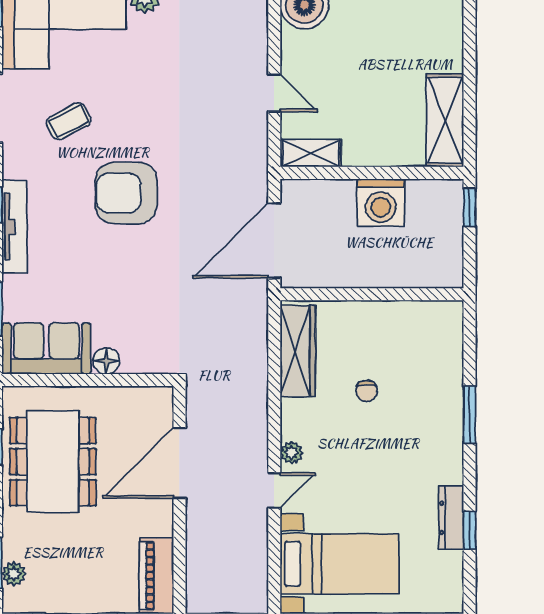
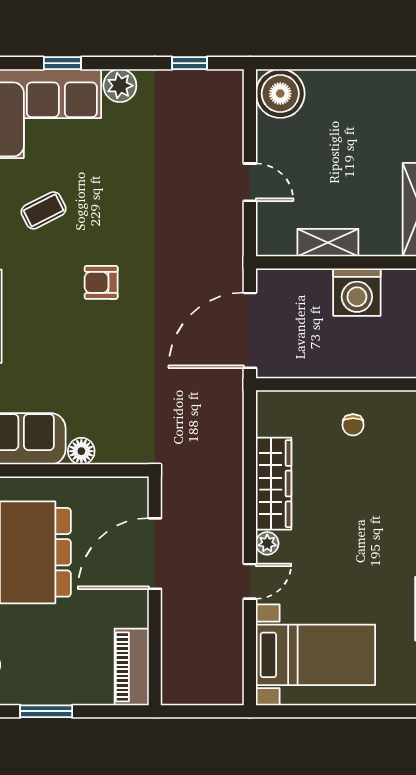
shelving: (311, 153) -> (328, 243), moved
armchair: (126, 193) -> (101, 282), width x0.53, depth x0.53
wardrobe: (298, 351) -> (274, 484), moved
chair: (367, 391) -> (353, 425), moved

